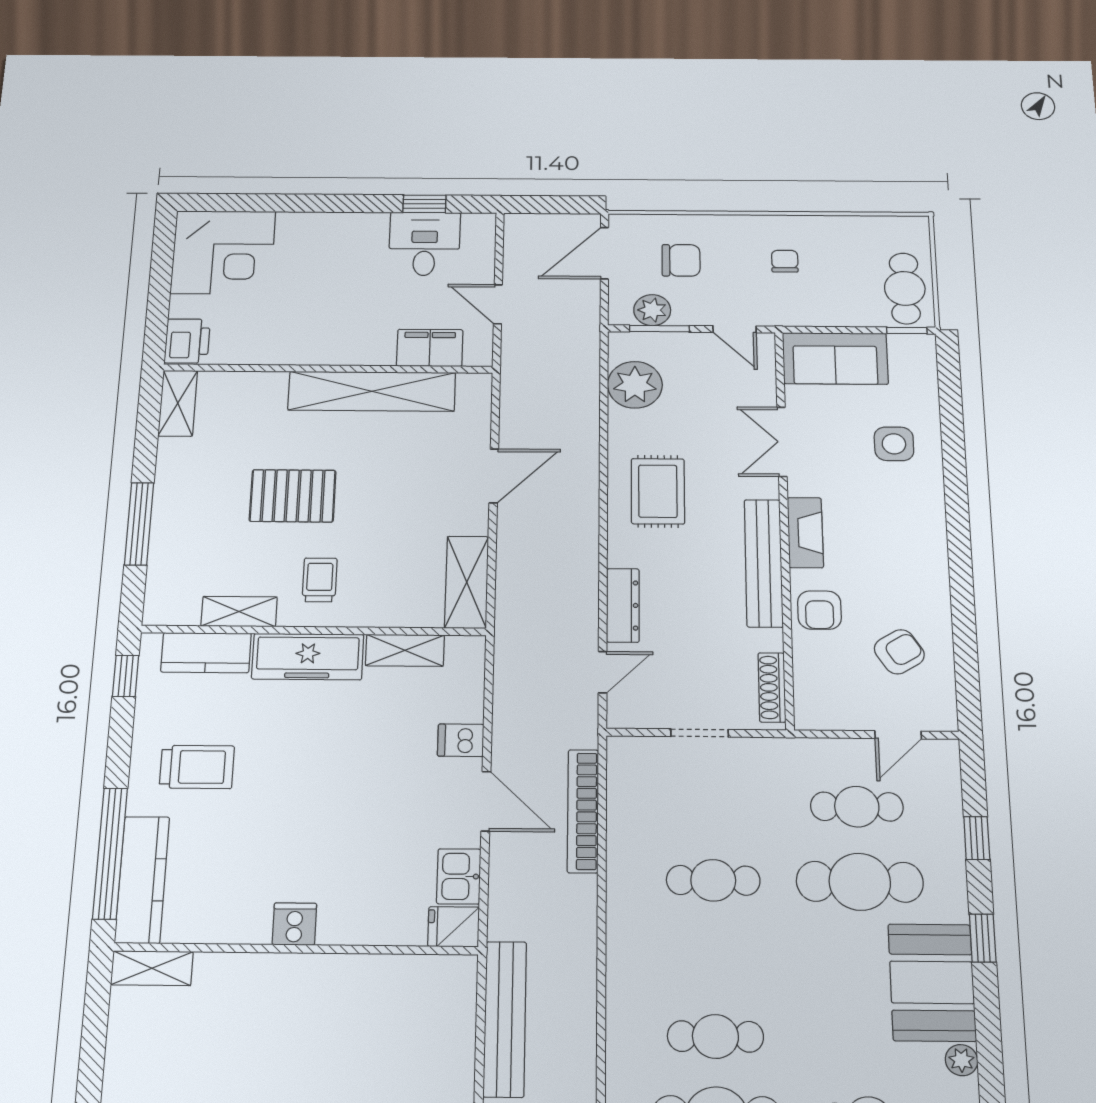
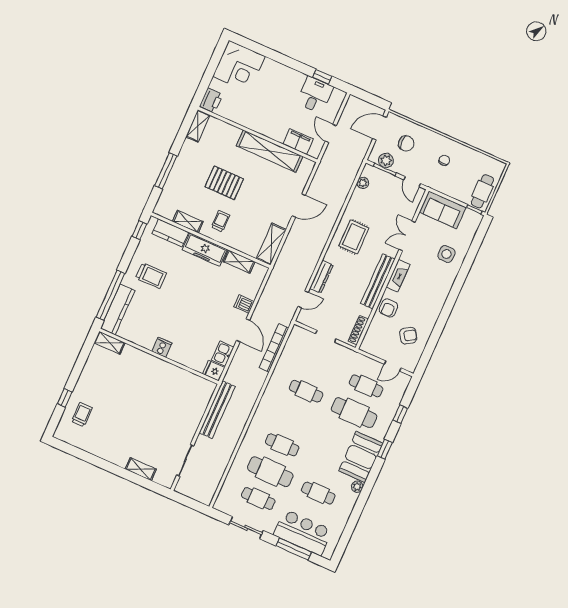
plant: (635, 385) -> (363, 183), width x0.53, depth x0.53

